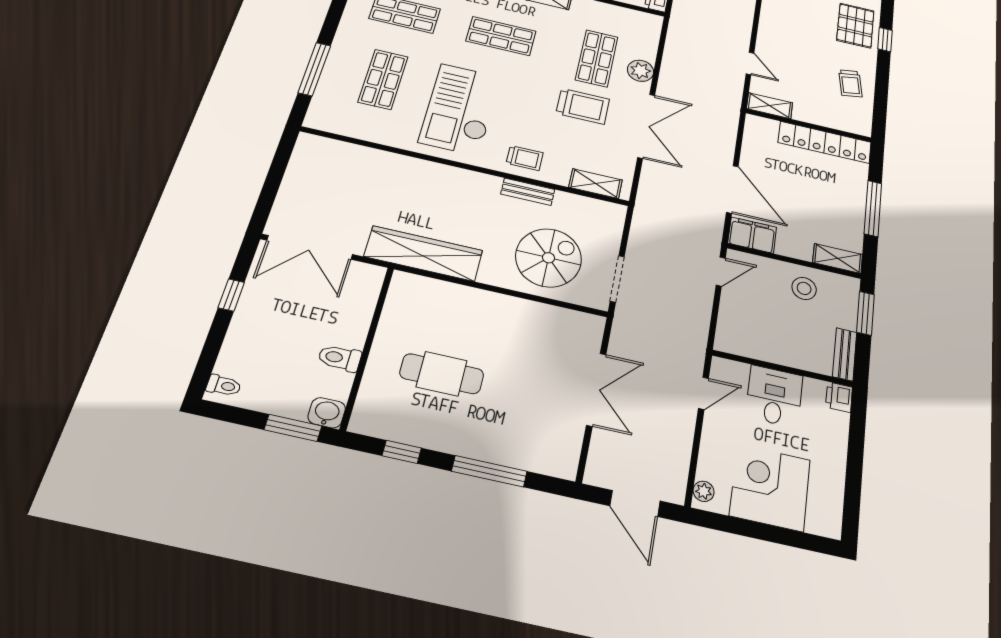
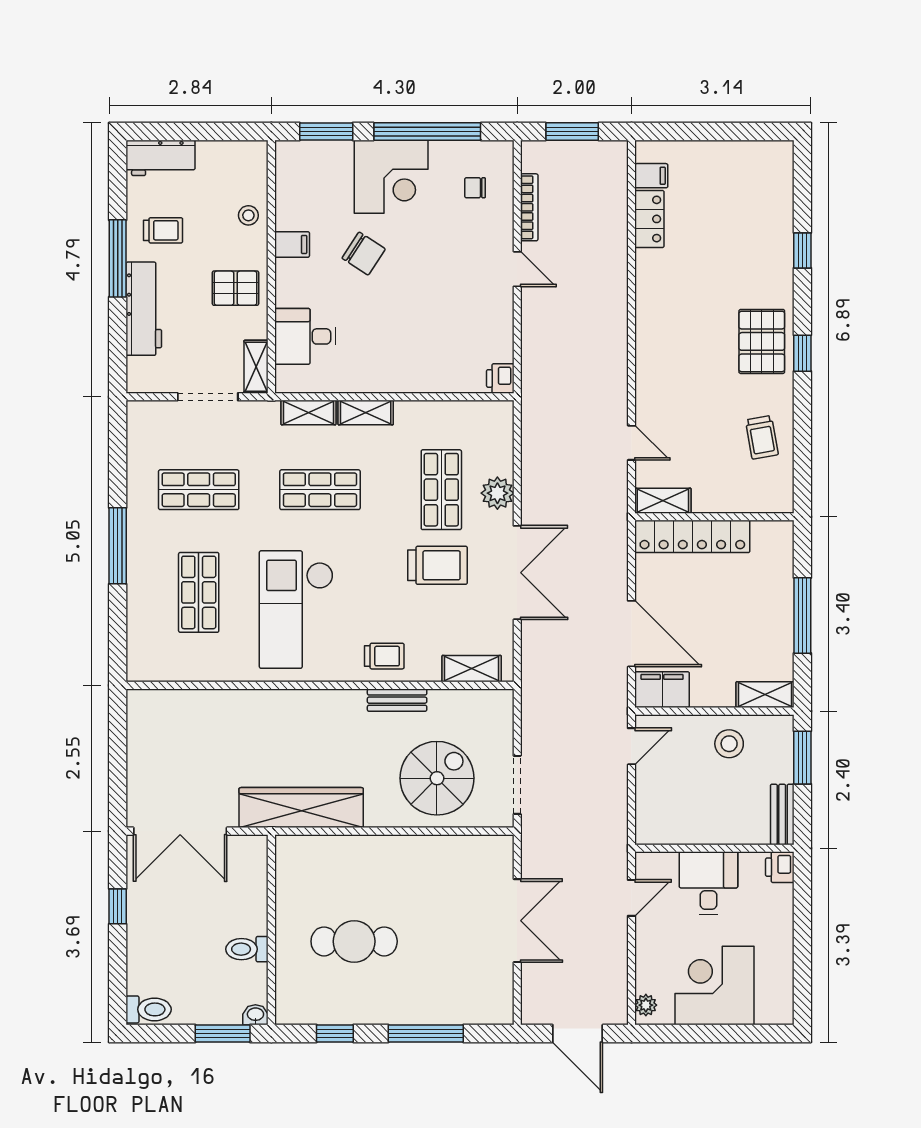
window: (314, 69) -> (118, 546), moved
locker: (825, 142) -> (692, 536), moved
toilet: (224, 386) -> (149, 1009), width x1.37, depth x1.39
washbasin: (327, 413) -> (255, 1015), width x0.72, depth x0.69

